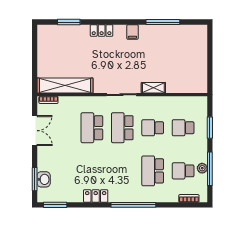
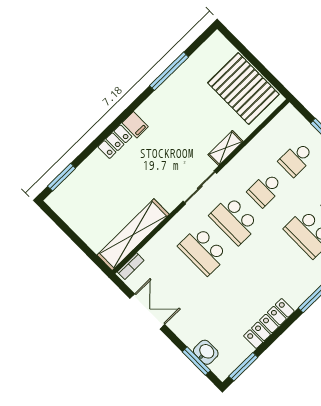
window: (69, 22) -> (62, 177), moved
filing cabinet: (132, 32) -> (135, 125), moved
pallet: (191, 67) -> (243, 89), added
locker: (96, 196) -> (269, 324), width x1.53

